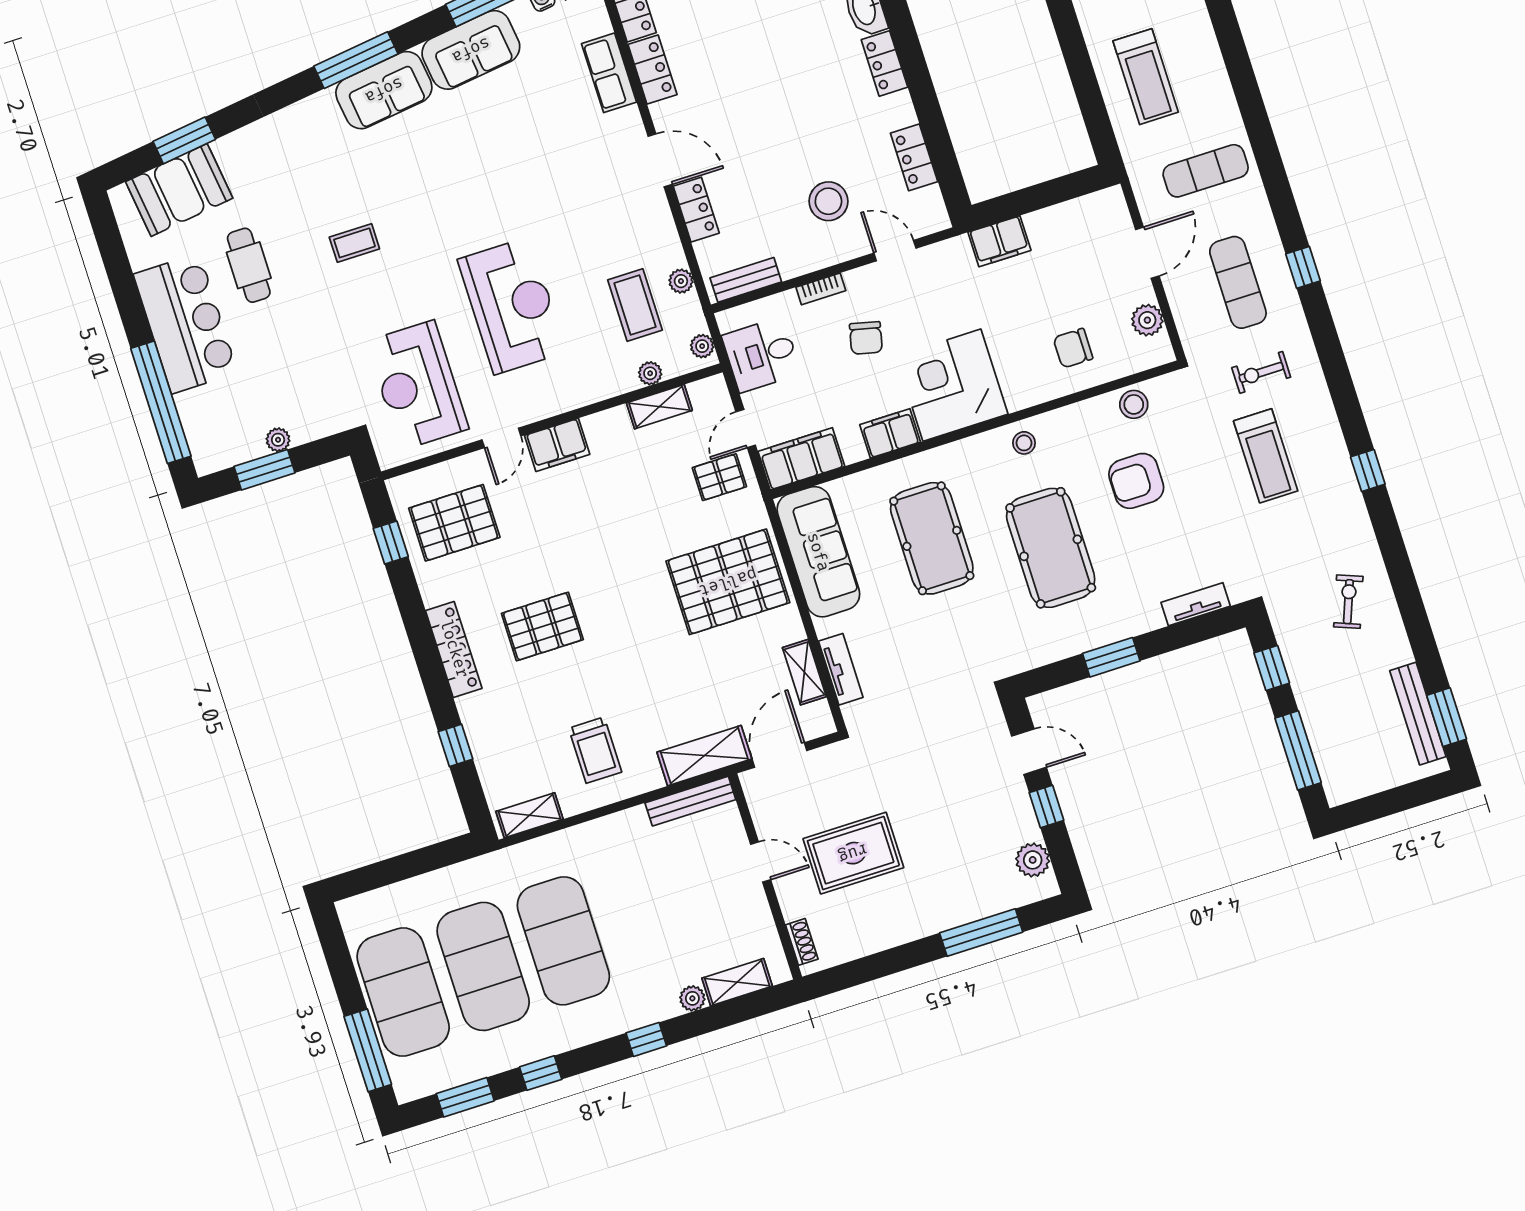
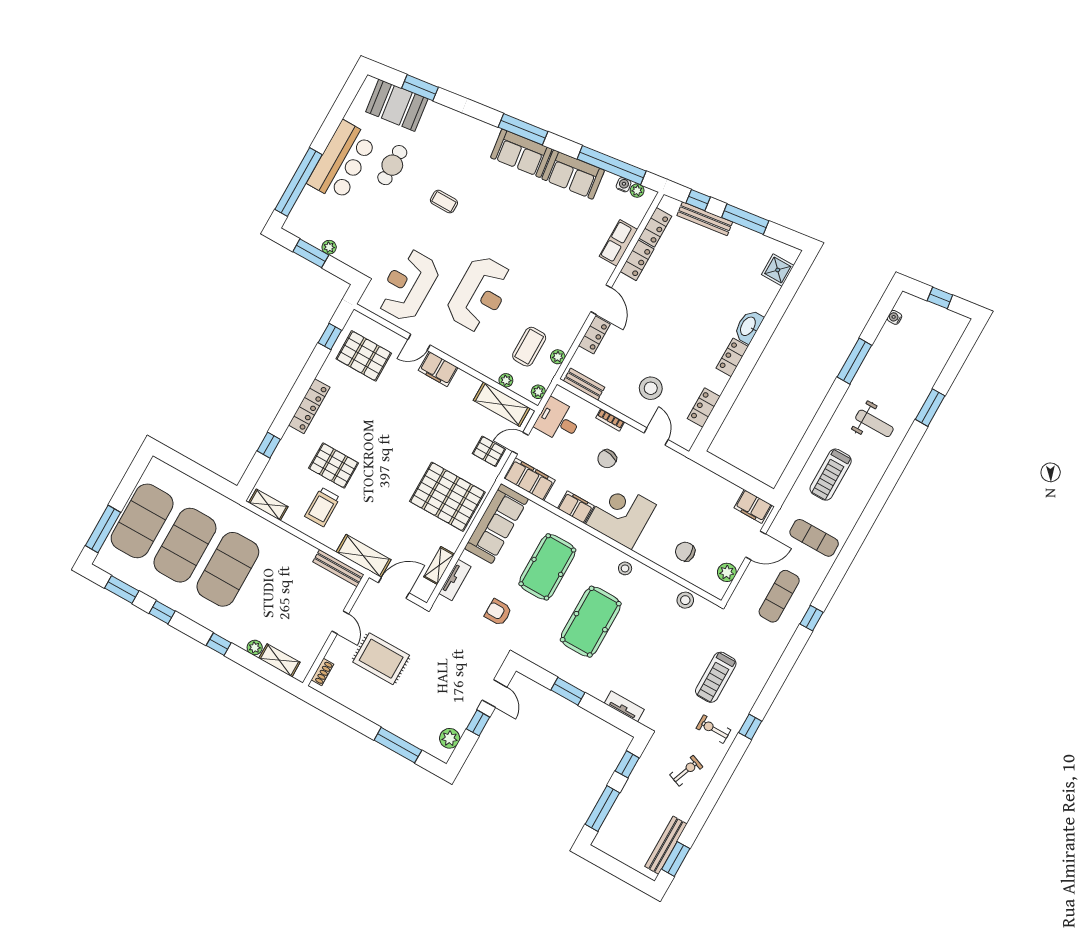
filing cabinet: (999, 241) -> (753, 506), moved
exercise bike: (1261, 372) -> (713, 729), moved
shelving: (659, 407) -> (502, 404), width x1.50, depth x1.33
armchair: (1136, 481) -> (498, 612), moved, width x0.72, depth x0.72
pallet: (542, 626) -> (334, 466), moved

